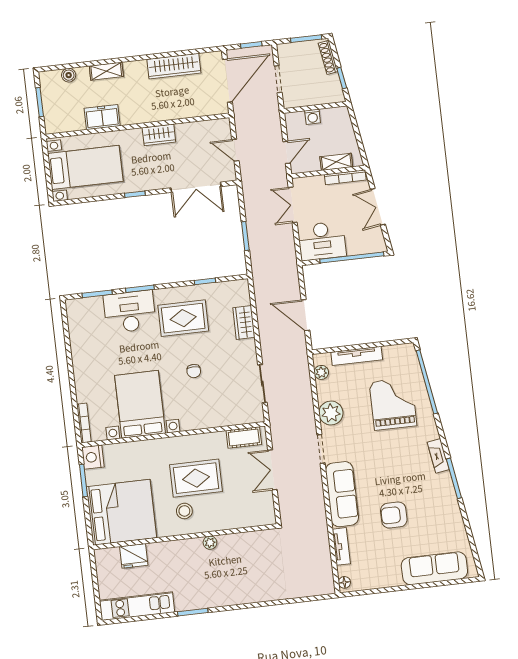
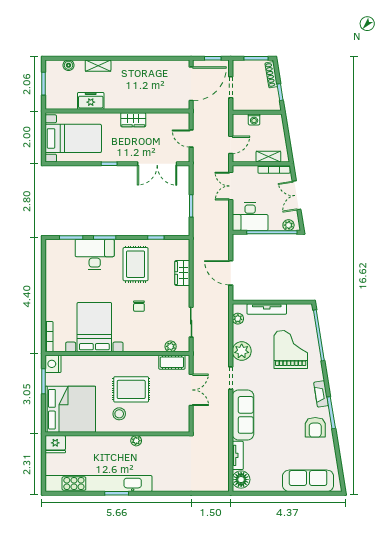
wardrobe: (174, 66) -> (151, 68), removed
plant: (372, 246) -> (288, 225), added
rug: (183, 318) -> (136, 264), turned 90
plant: (240, 418) -> (171, 346), added
double door: (272, 470) -> (191, 390), swing flipped
armchair: (394, 515) -> (315, 427), moved, turned -90
fridge: (134, 556) -> (55, 444), moved
floor lamp: (344, 582) -> (241, 480), width x1.89, depth x1.89
kitchen unit: (137, 606) -> (98, 484), width x1.86

